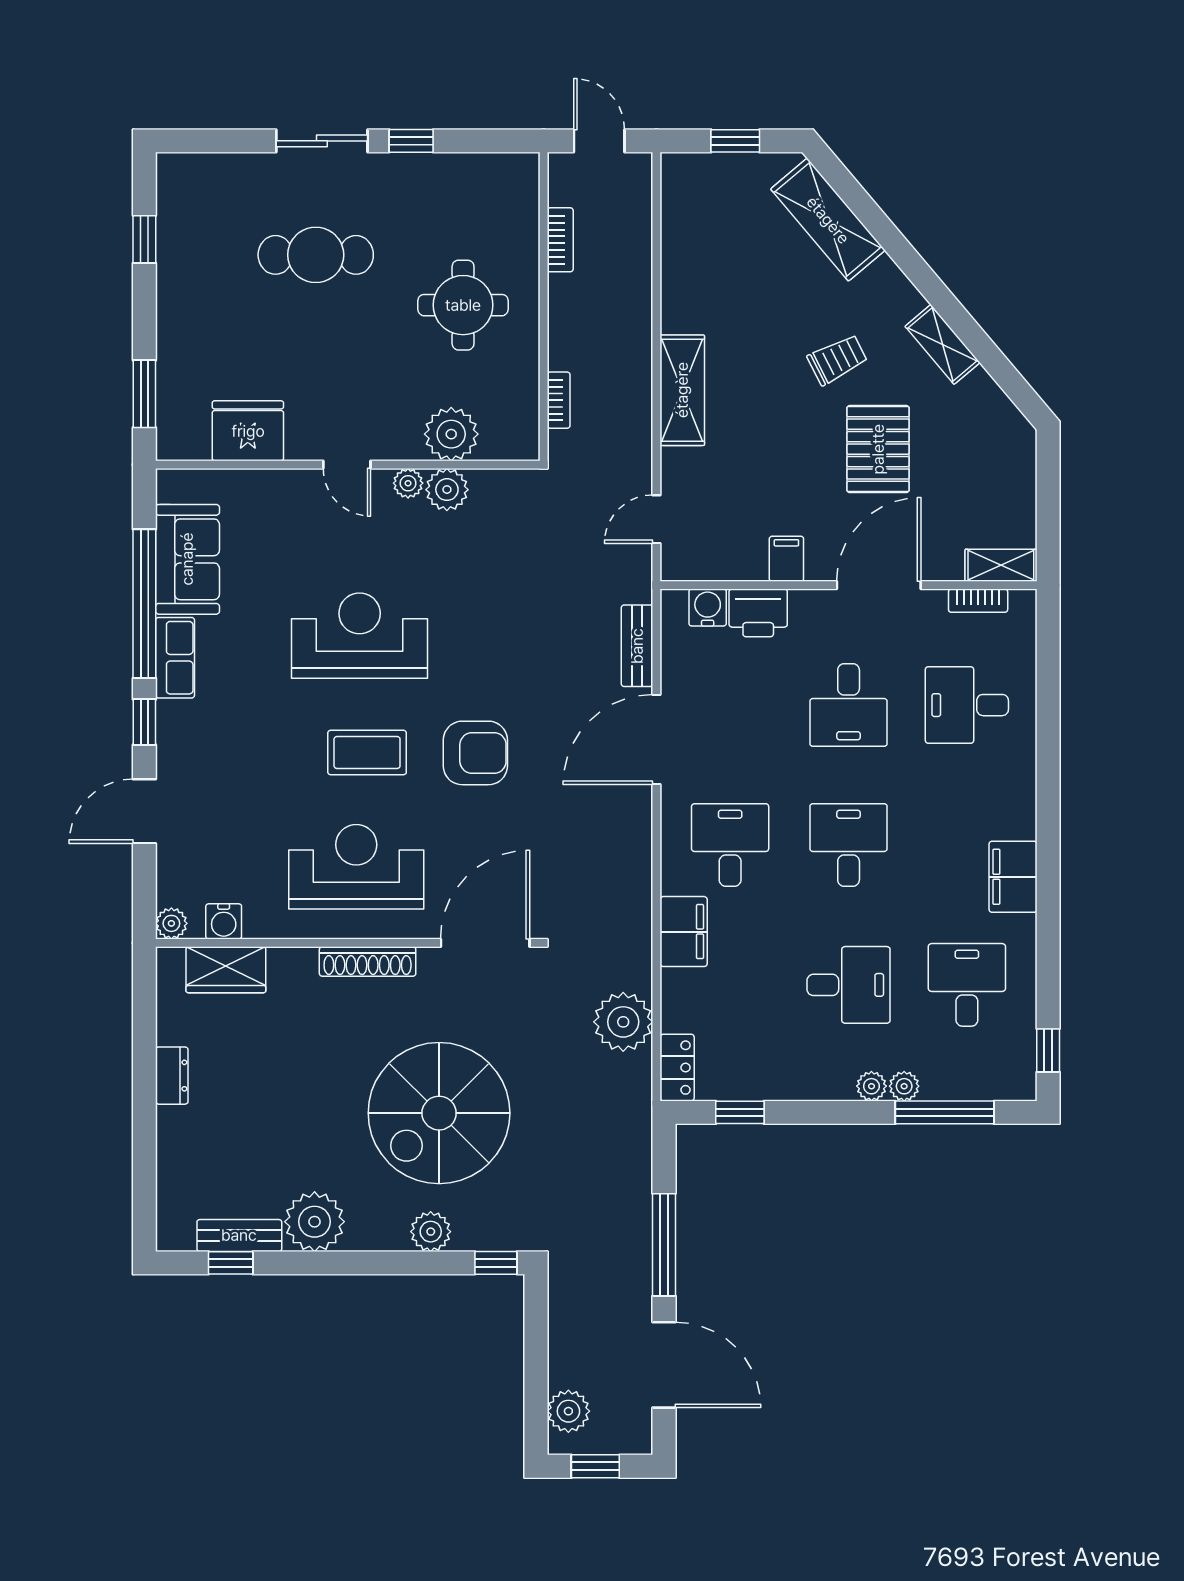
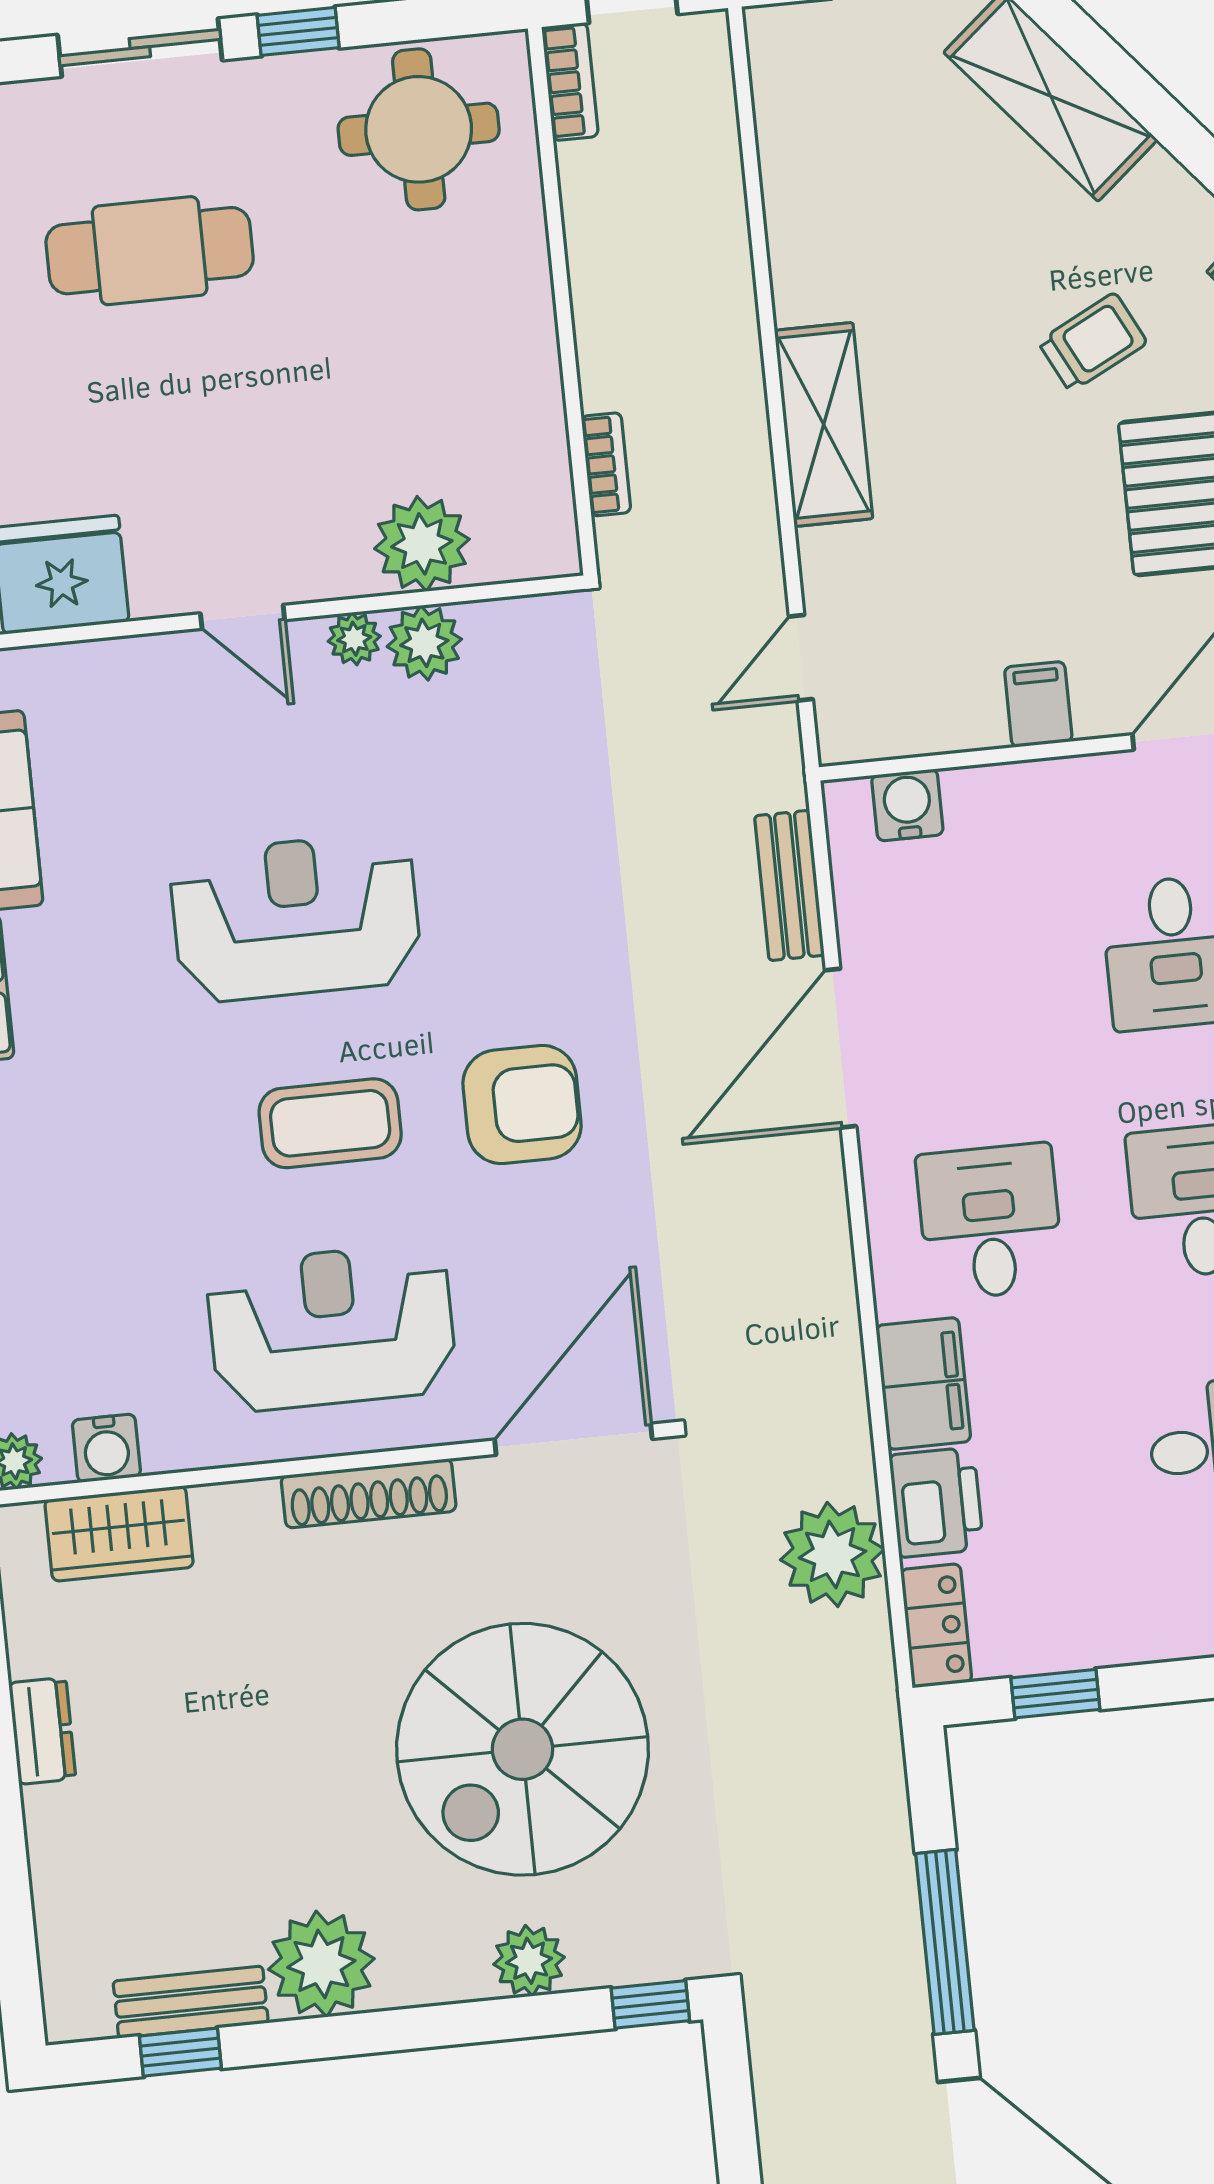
bookcase: (560, 240) -> (570, 82), moved
round table: (463, 305) -> (419, 129), moved
printer: (758, 613) -> (936, 1502), moved, turned -90

